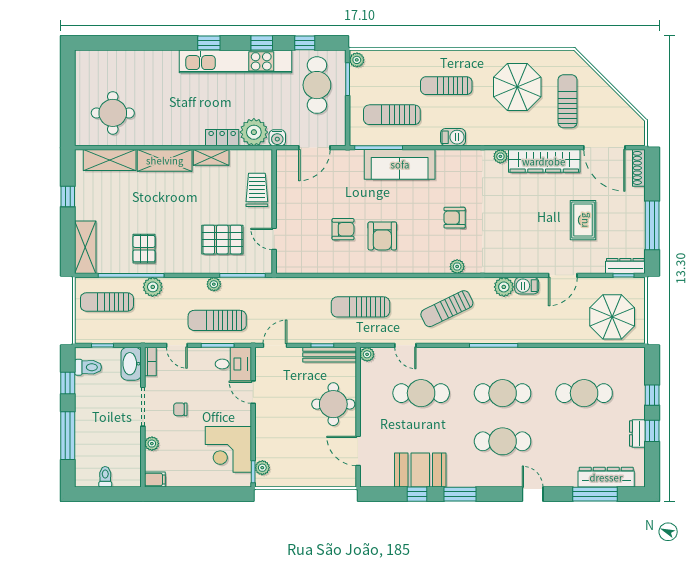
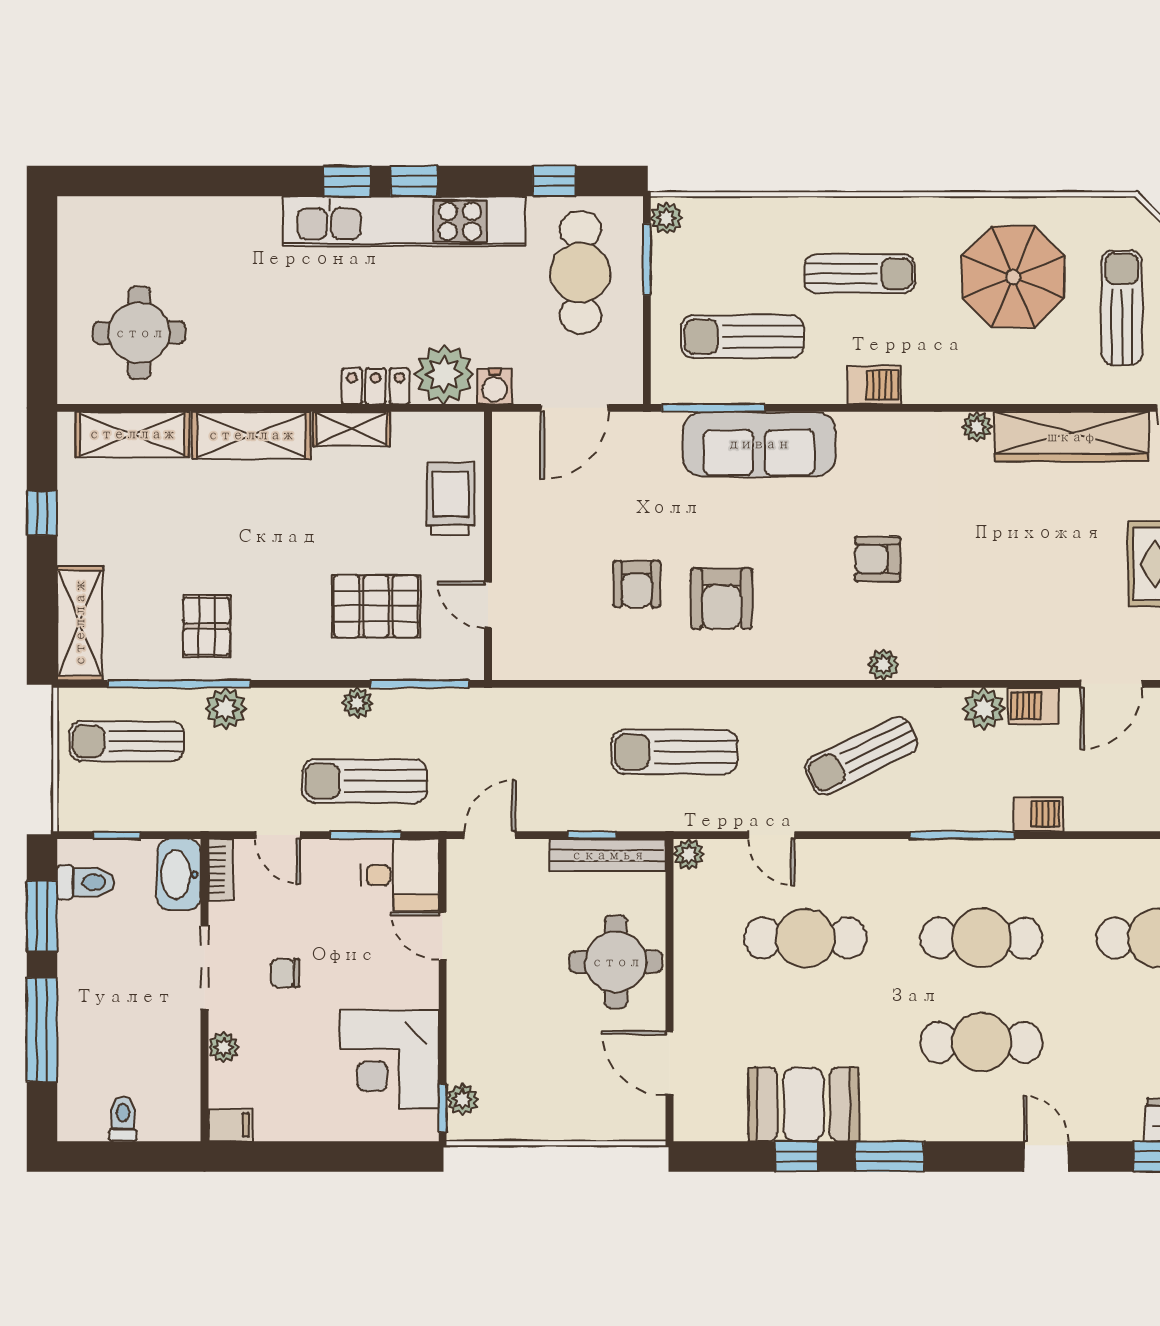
window: (262, 43) -> (414, 181), moved
sun lounger: (446, 86) -> (860, 274), turned 180
armchair: (343, 229) -> (637, 584), turned 90
barbecue: (529, 336) -> (1038, 814), added
window: (68, 383) -> (42, 916), width x1.50

